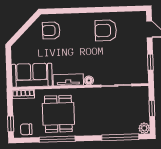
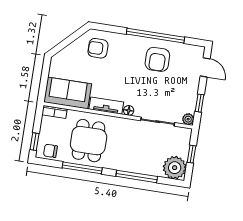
window: (100, 10) -> (155, 36), added
armchair: (106, 30) -> (157, 59), turned -90
plant: (143, 78) -> (188, 119), added
plant: (144, 128) -> (175, 168), width x1.87, depth x1.87
window: (120, 137) -> (137, 176), moved

